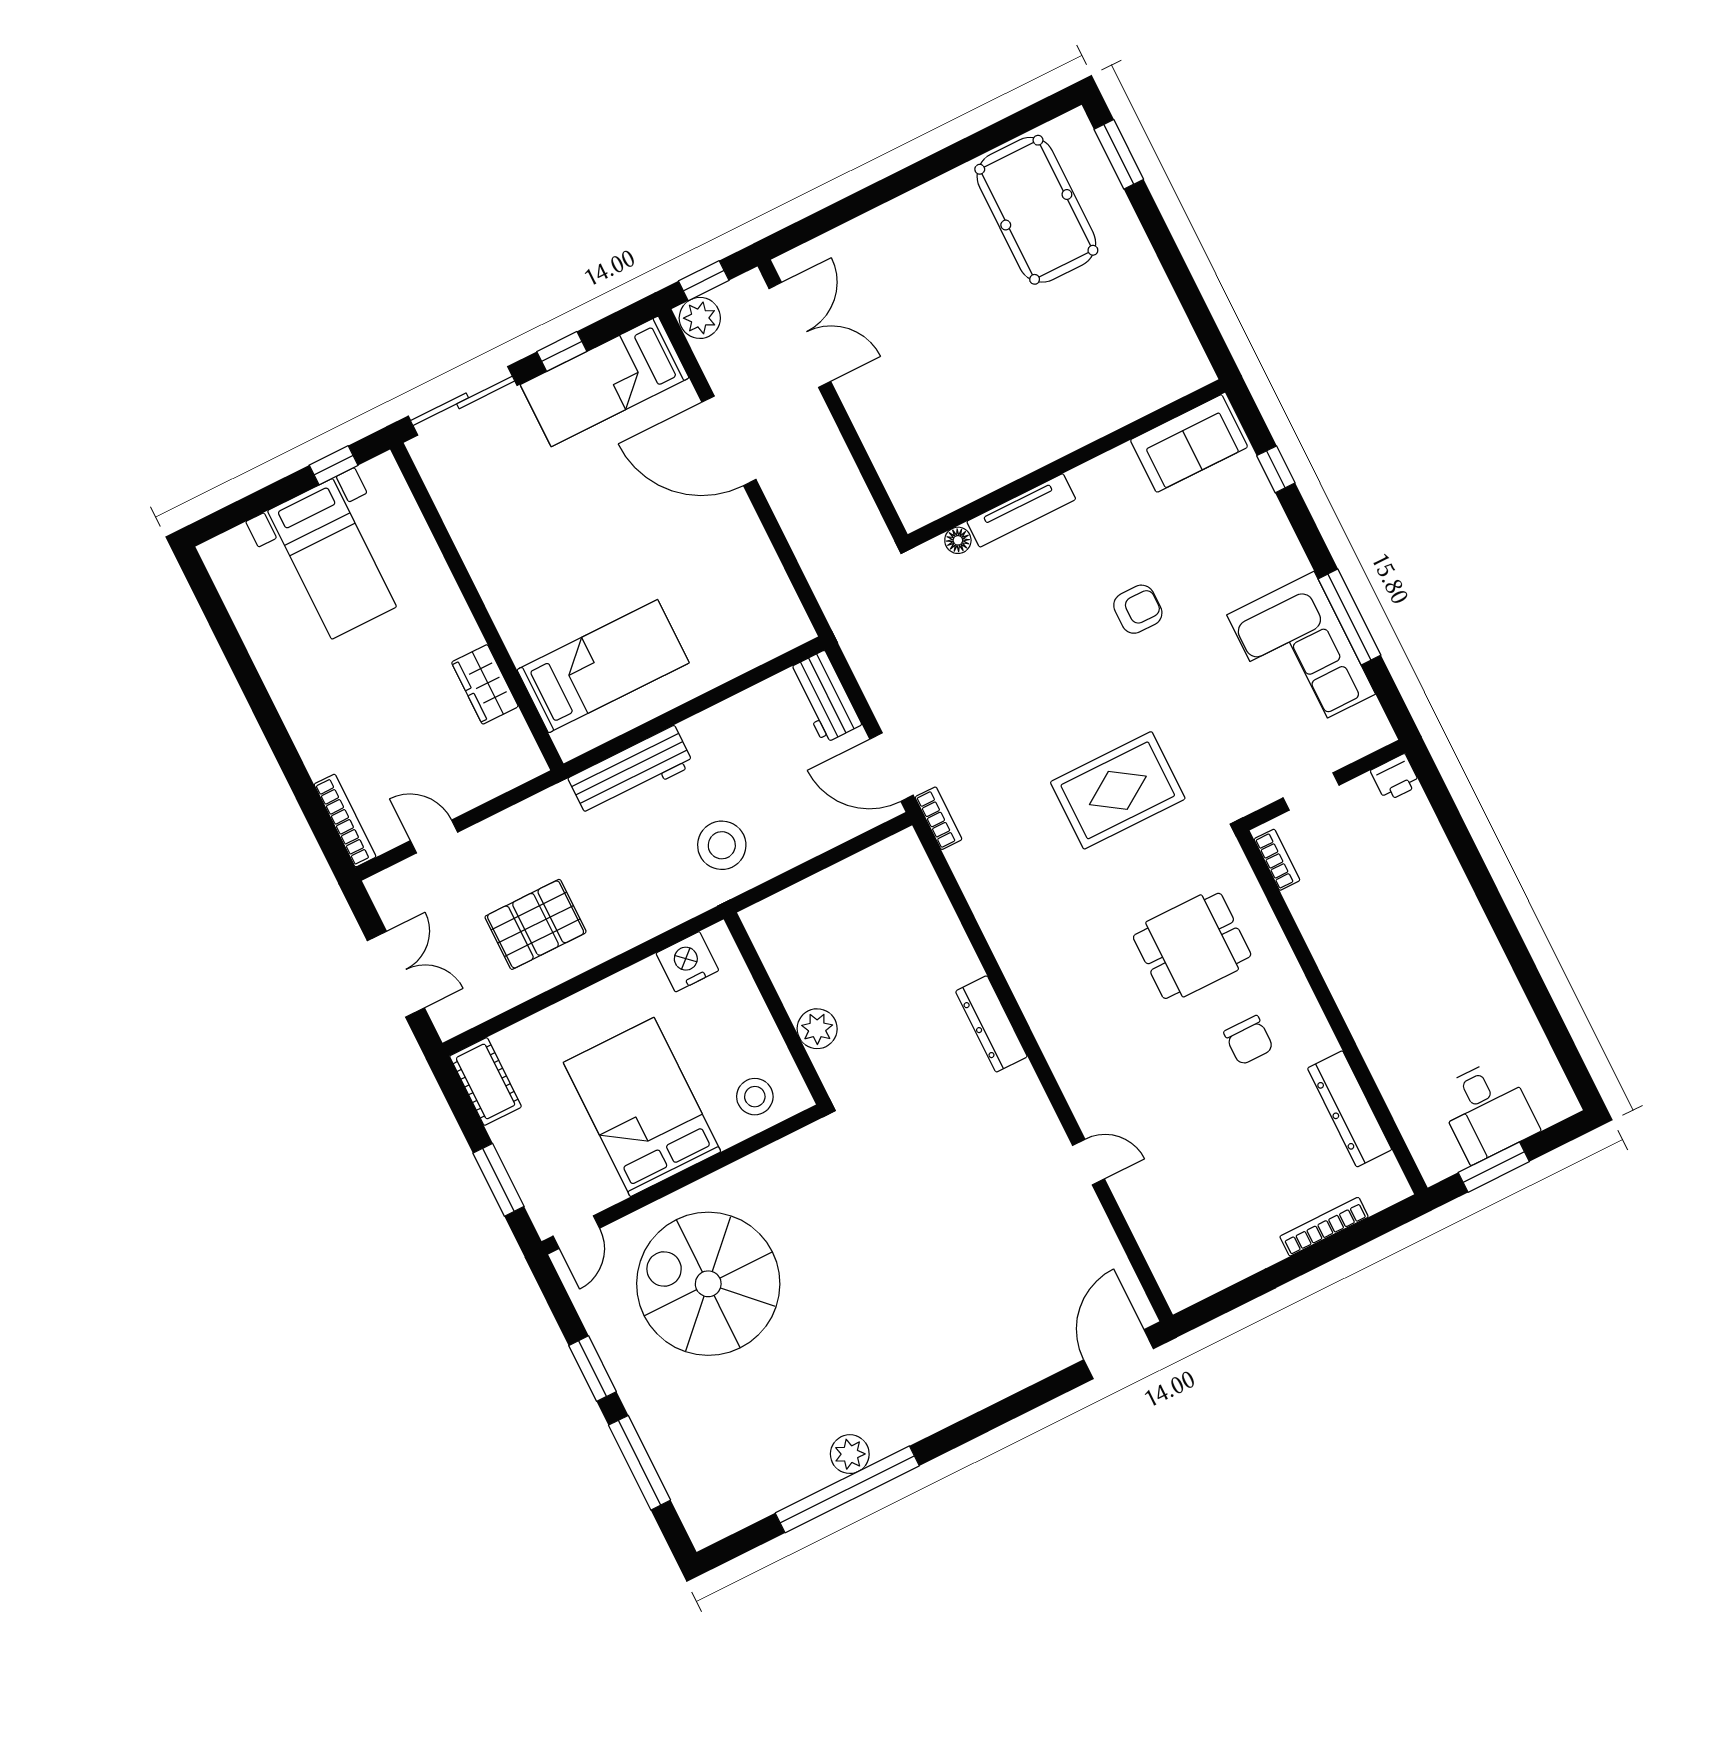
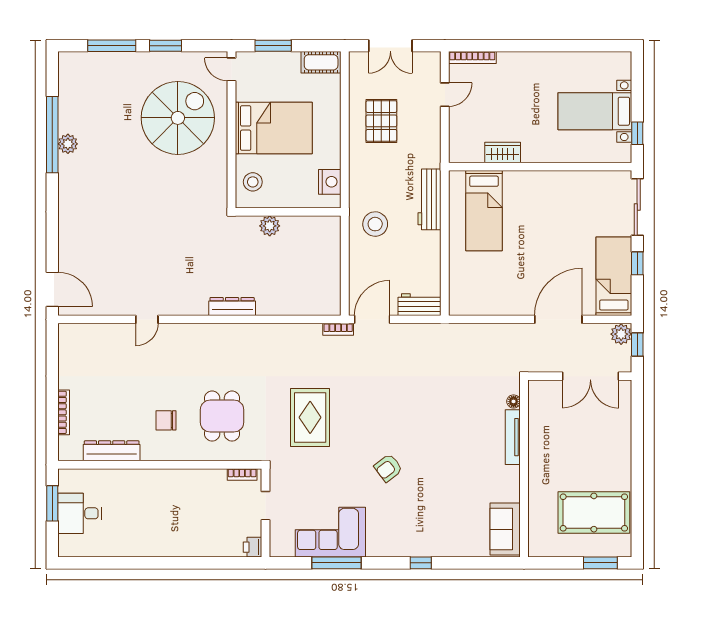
sofa: (1189, 443) -> (505, 529), moved
wall: (1066, 463) -> (524, 469), moved
tv unit: (1021, 510) -> (513, 437), moved
floor lamp: (958, 540) -> (514, 401), moved
armchair: (1138, 609) -> (388, 468), turned 53

